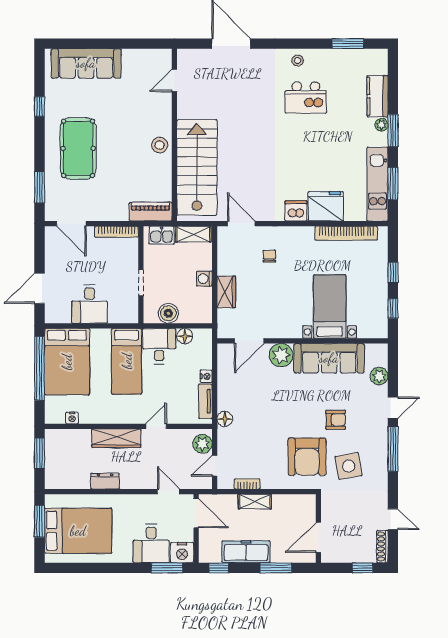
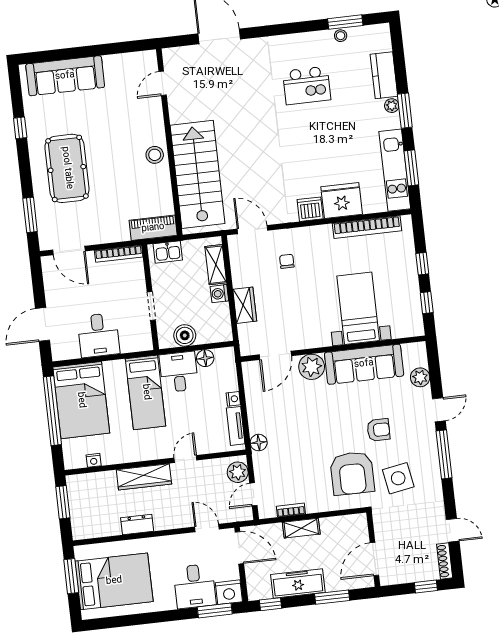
stool: (298, 60) -> (341, 36), moved
shelving: (193, 234) -> (216, 265), moved, turned 90

